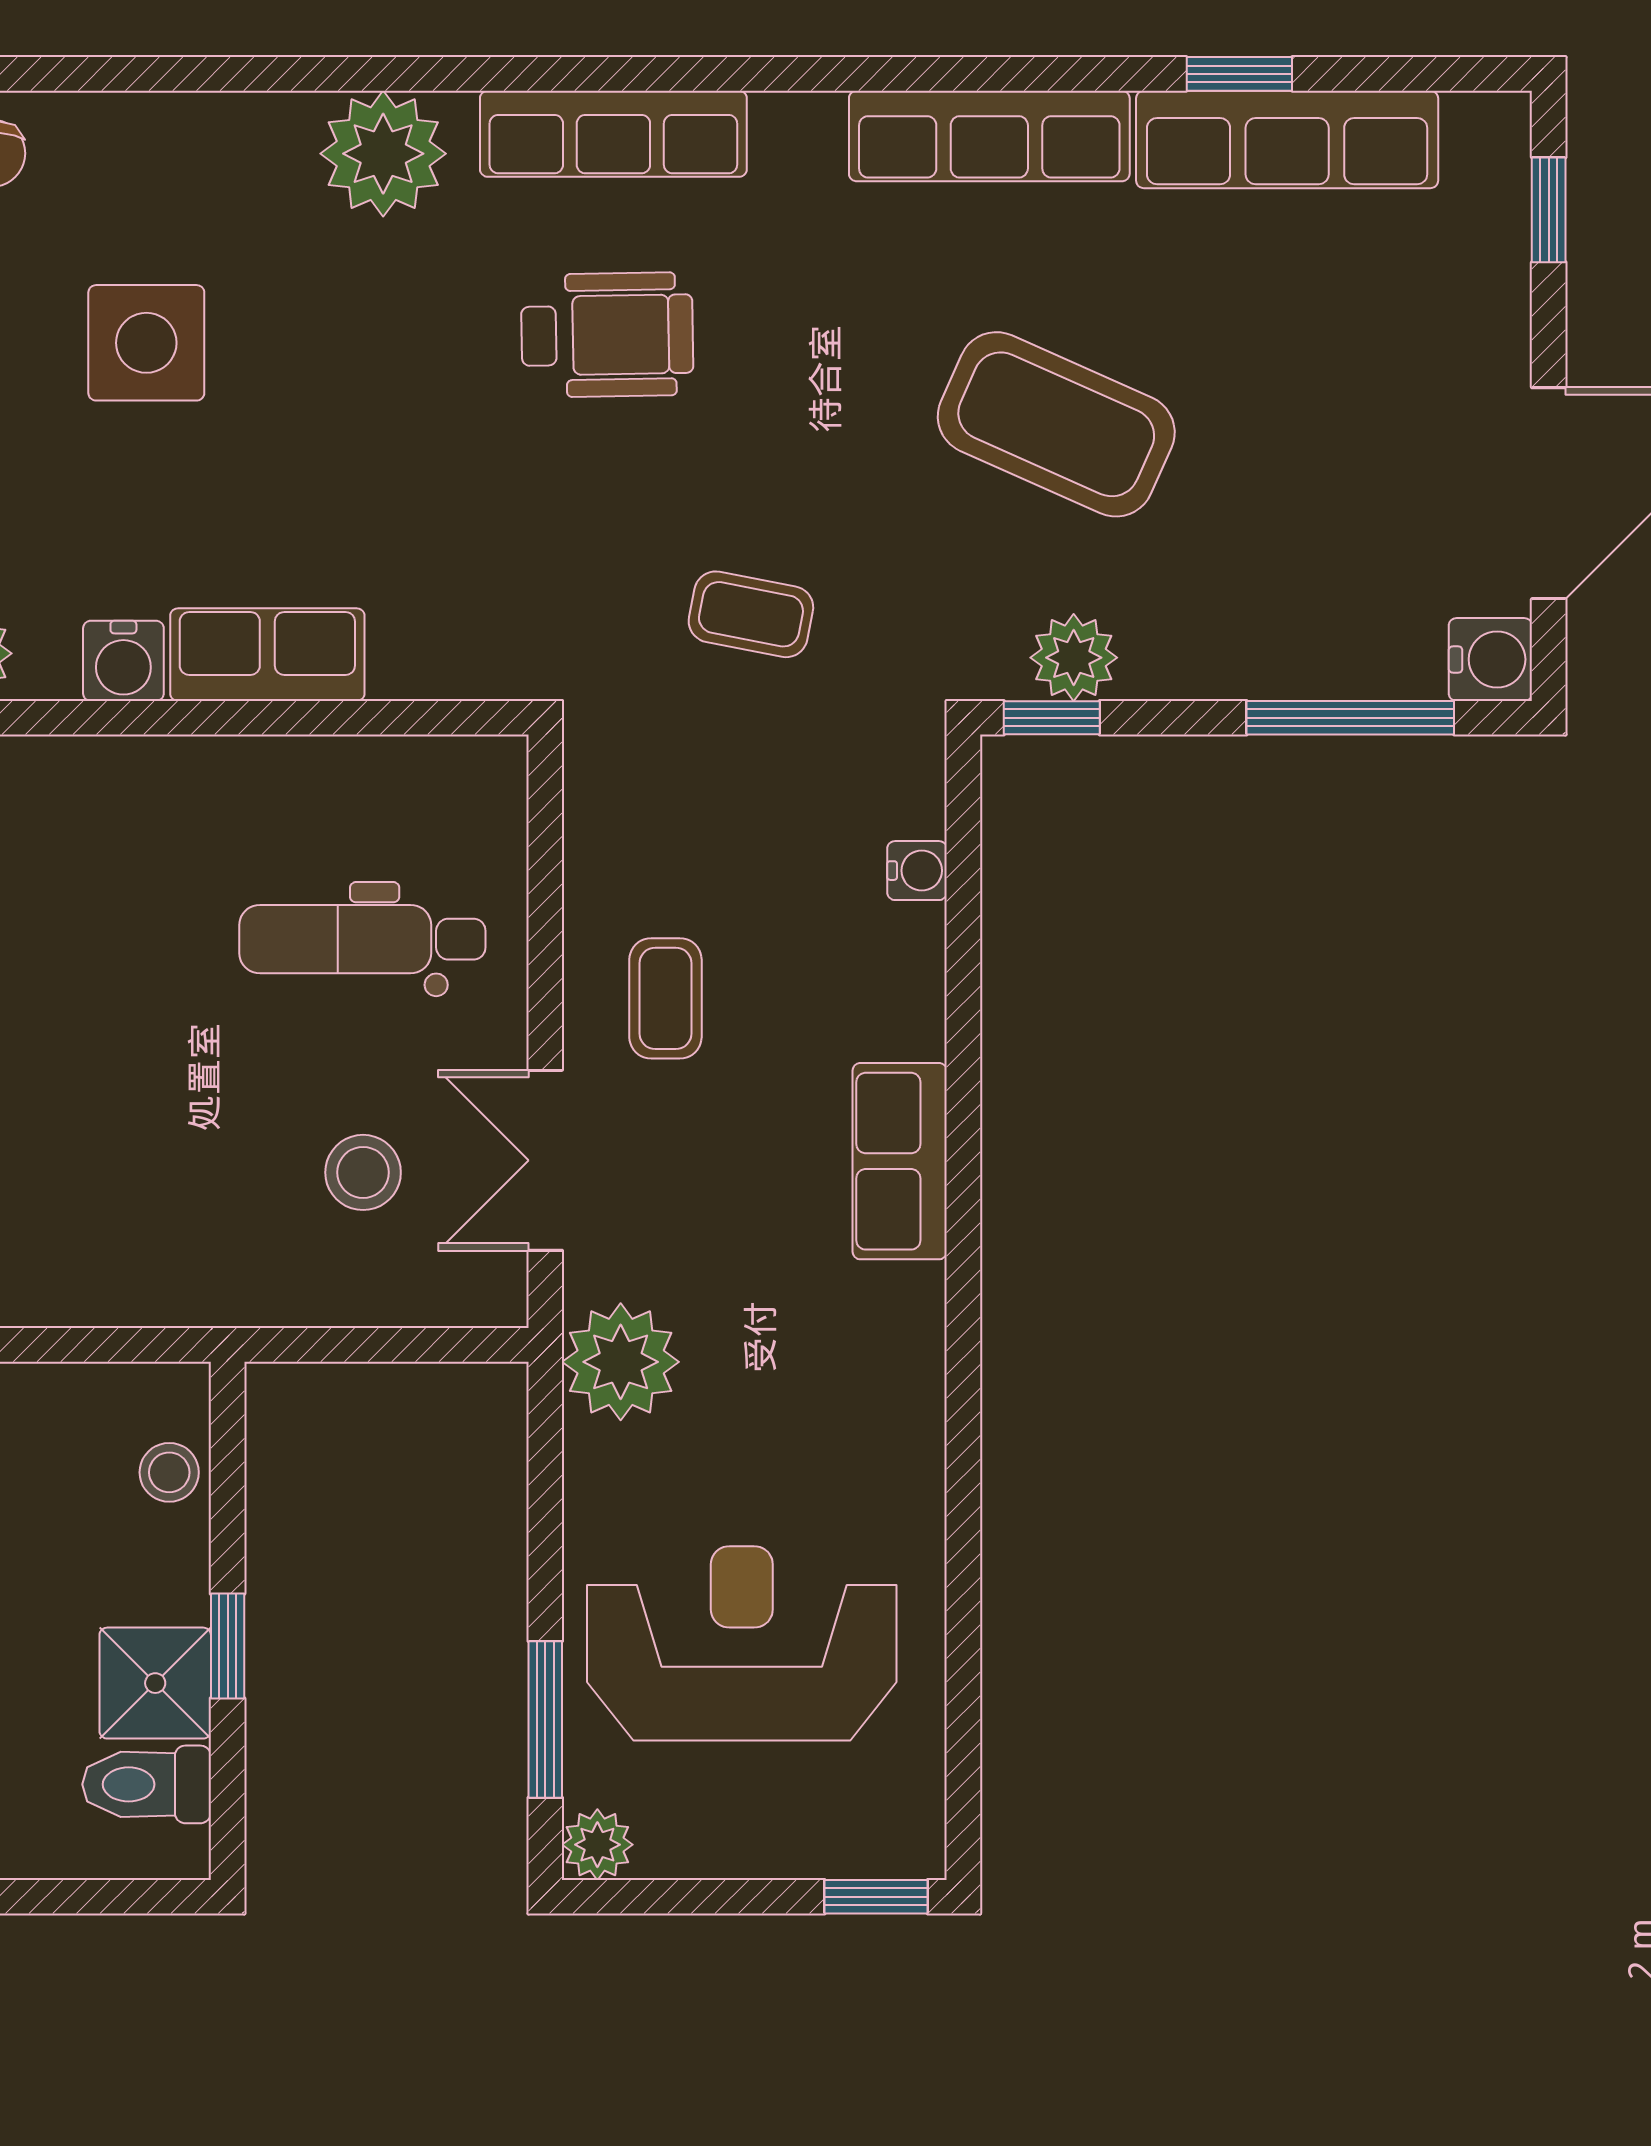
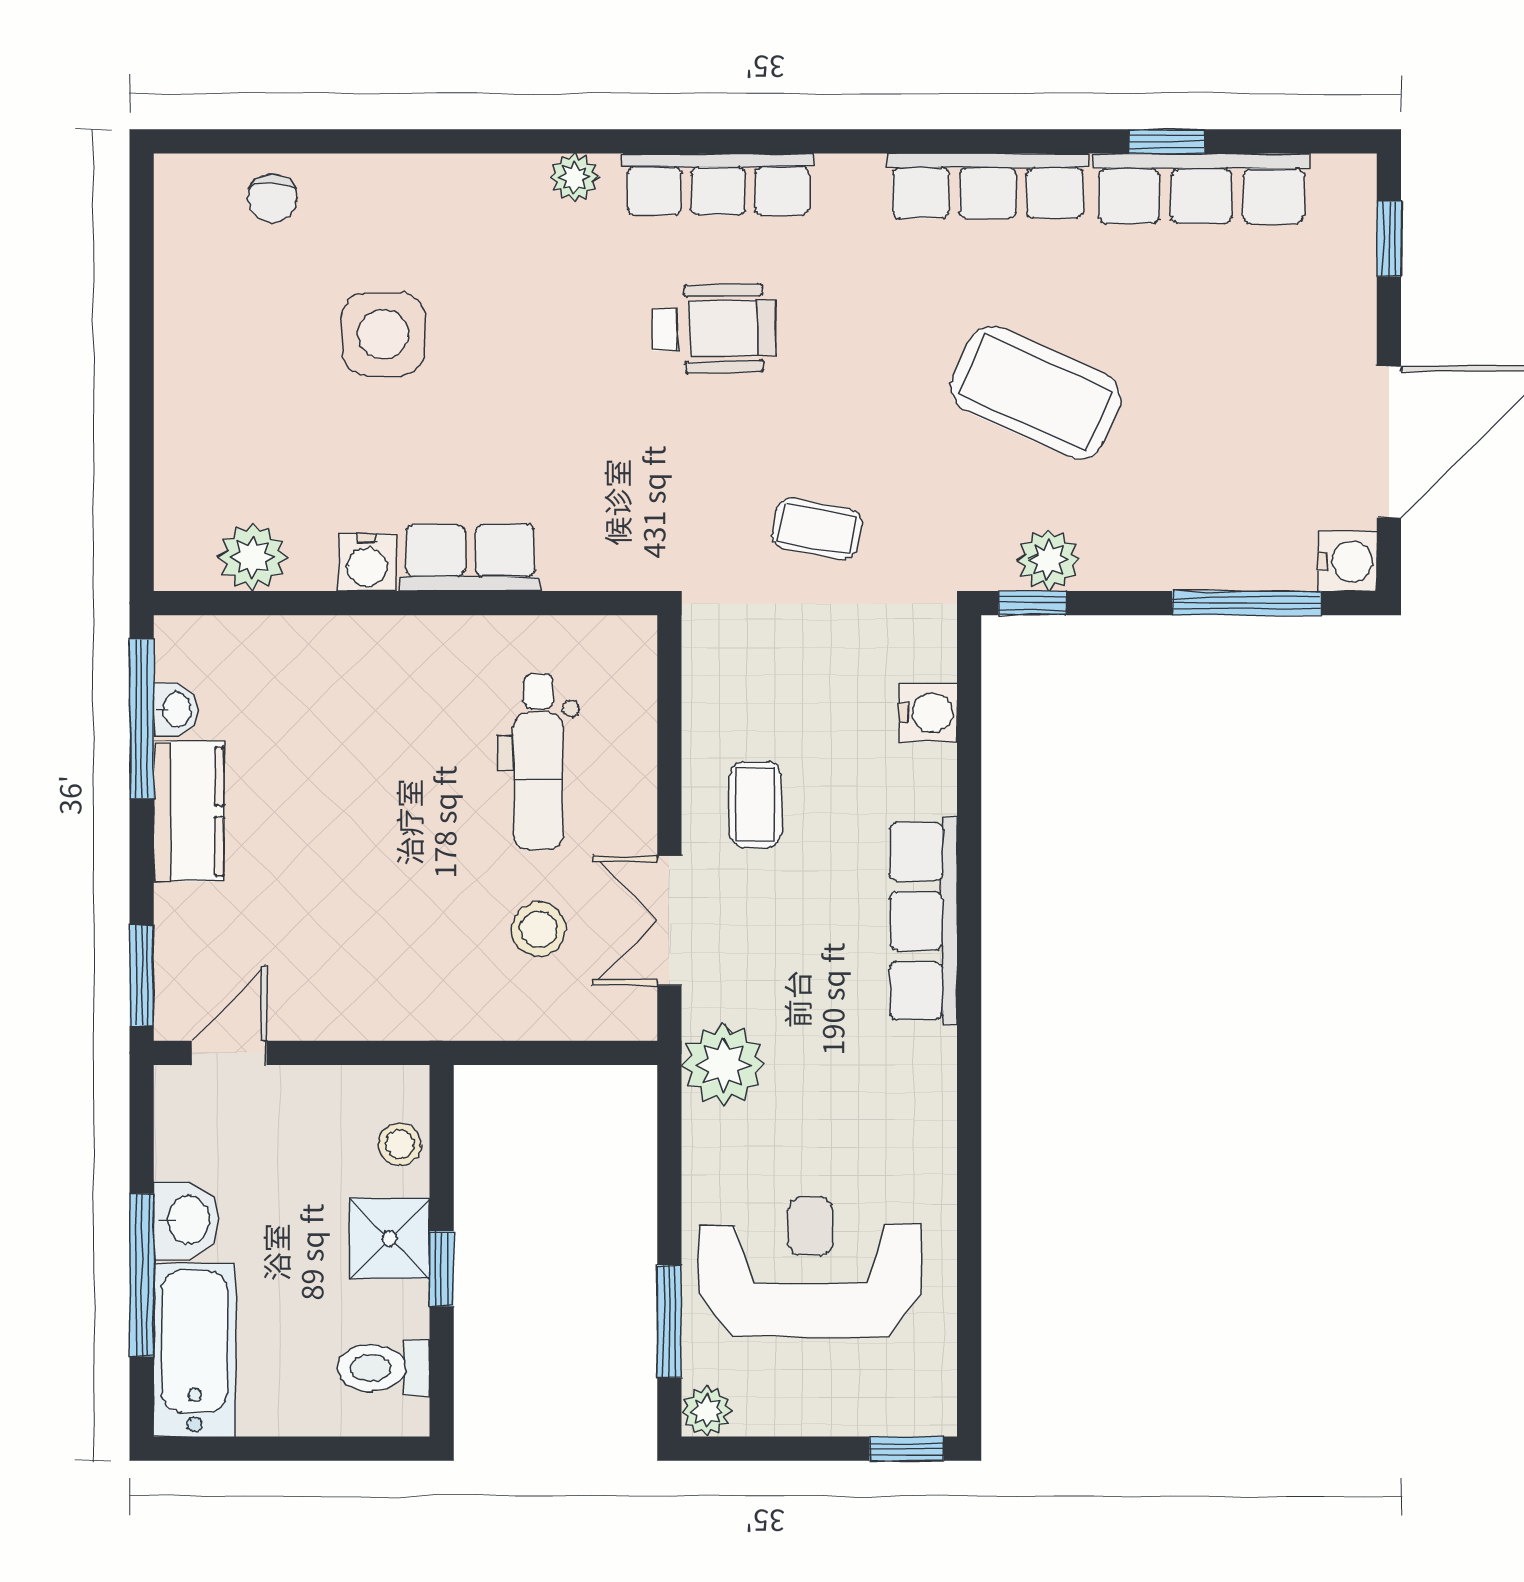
plant: (383, 154) -> (574, 177), width x0.53, depth x0.53
water cooler: (917, 871) -> (928, 713), width x1.38, depth x1.38
dental chair: (362, 939) -> (538, 762), turned -90
row of seats: (900, 1161) -> (924, 921), width x1.48
shower: (155, 1683) -> (390, 1239), moved

